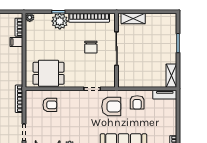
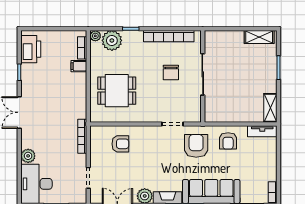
shelving: (133, 18) -> (259, 37), moved
plant: (60, 21) -> (112, 40), moved
dining table: (48, 73) -> (117, 91), moved
armchair: (111, 106) -> (196, 146), turned -90

